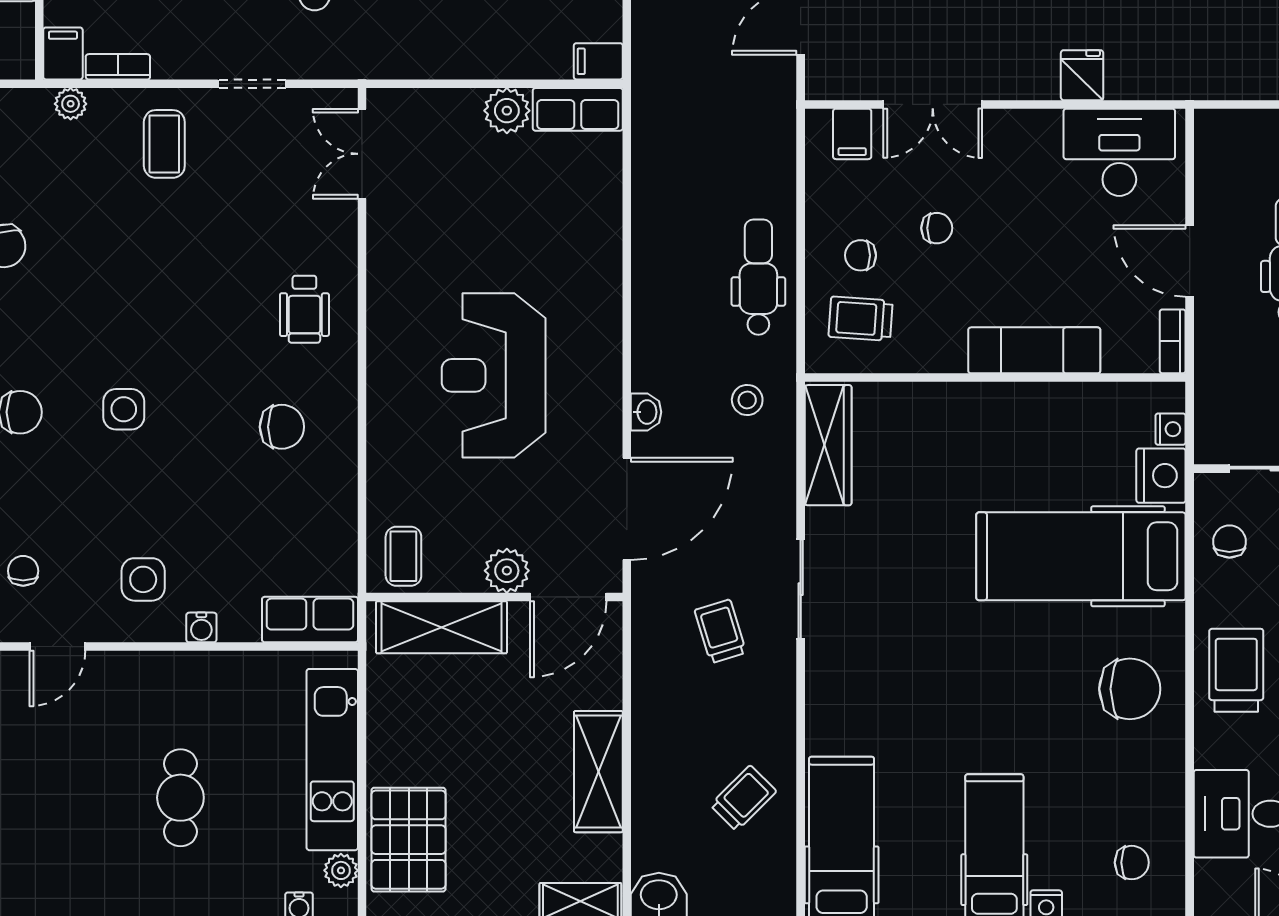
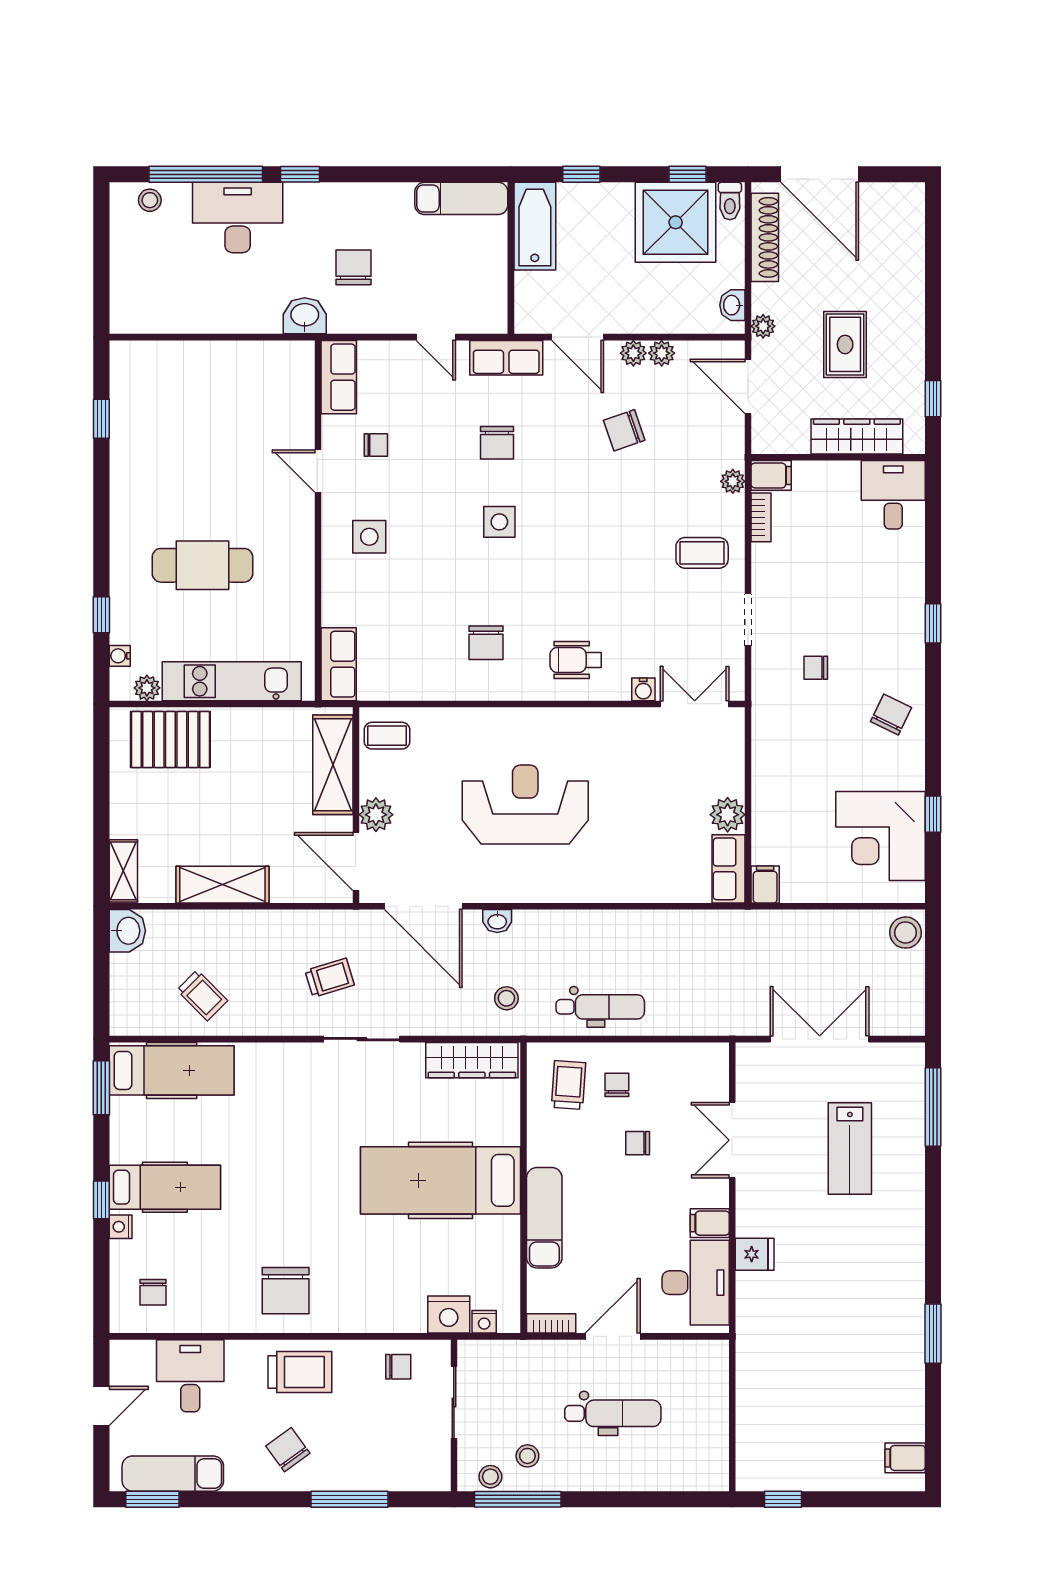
filing cabinet: (852, 134) -> (710, 1223), moved
chair: (937, 228) -> (638, 1143), turned 90
hospital bed: (1081, 556) -> (440, 1180), moved, turned -90
water cooler: (201, 627) -> (643, 689), moved, turned -90
cafe table: (180, 798) -> (202, 565), width x1.37, depth x1.35

